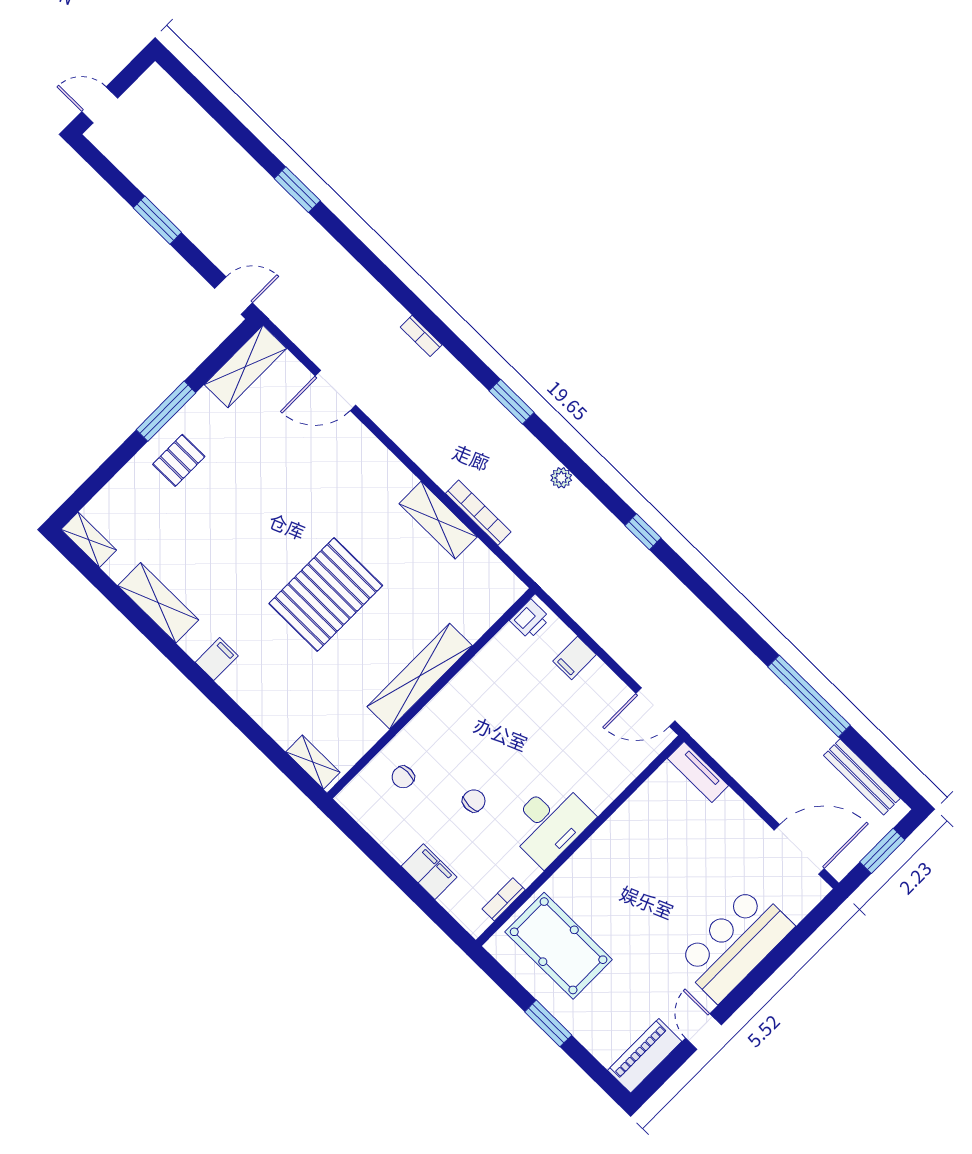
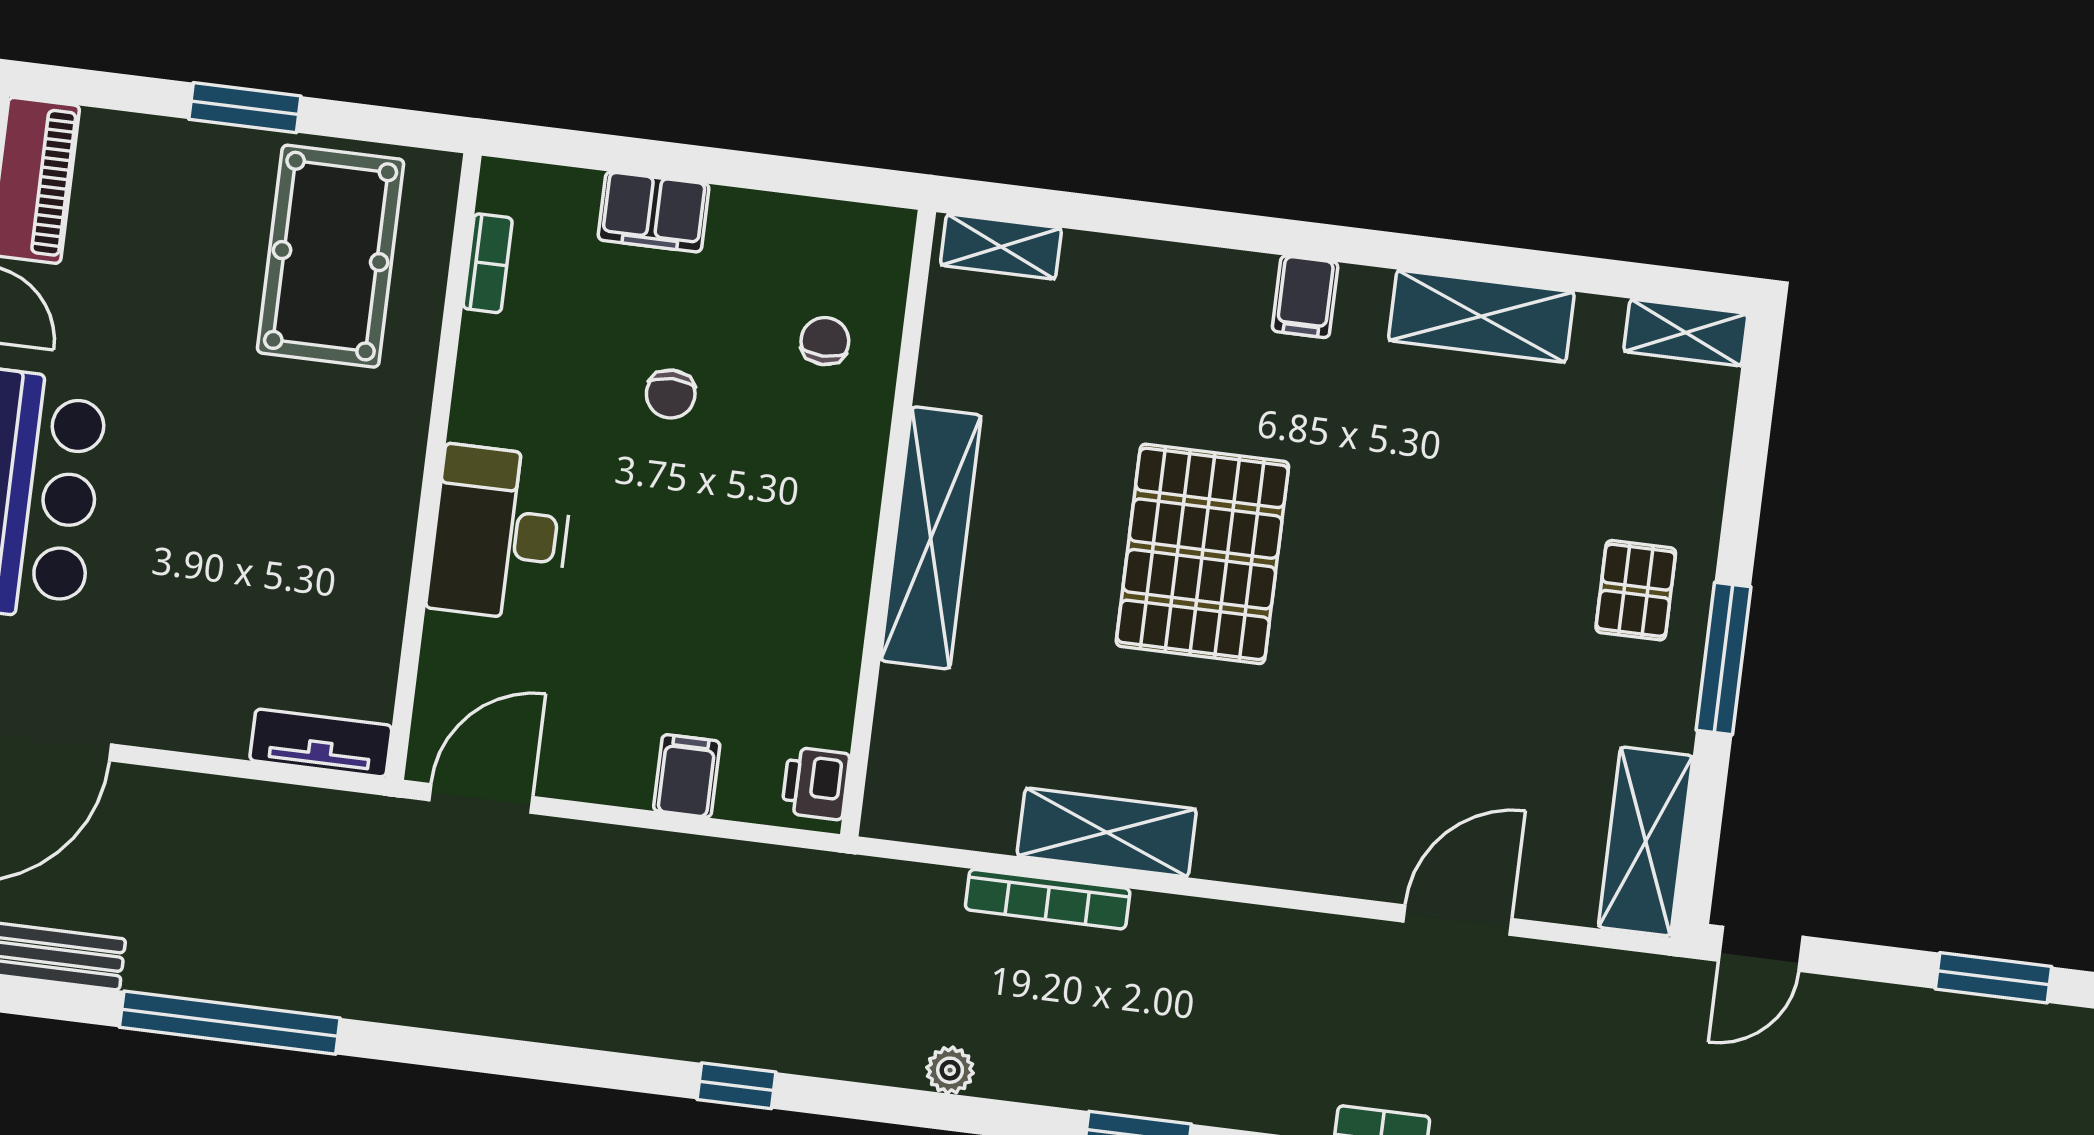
desk: (550, 823) -> (500, 533), moved
pool table: (559, 946) -> (331, 256), turned 90

